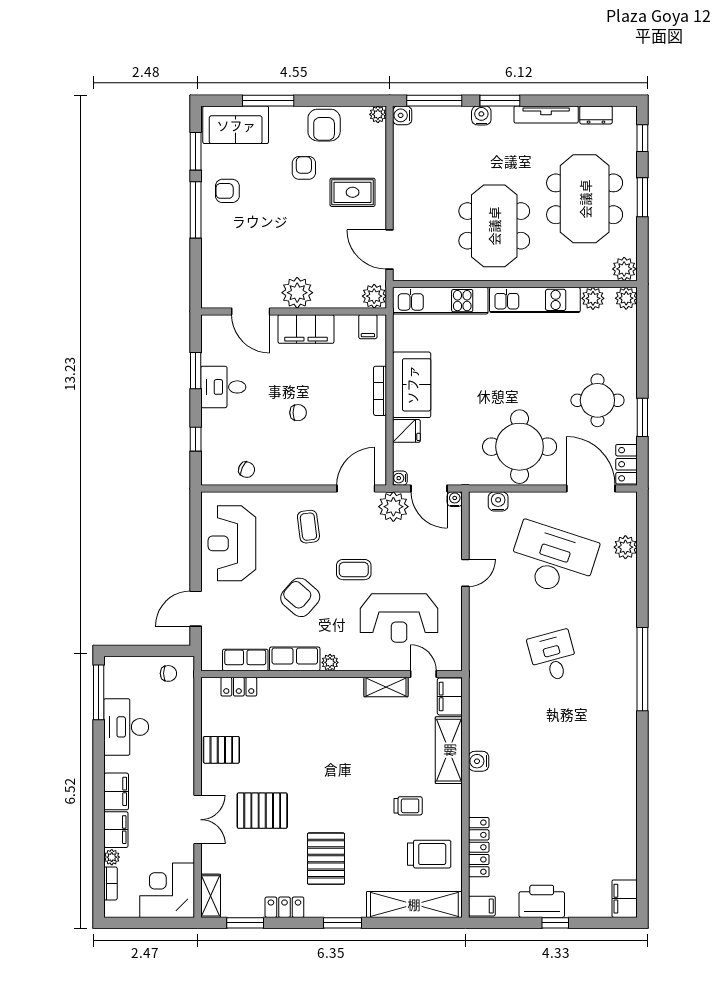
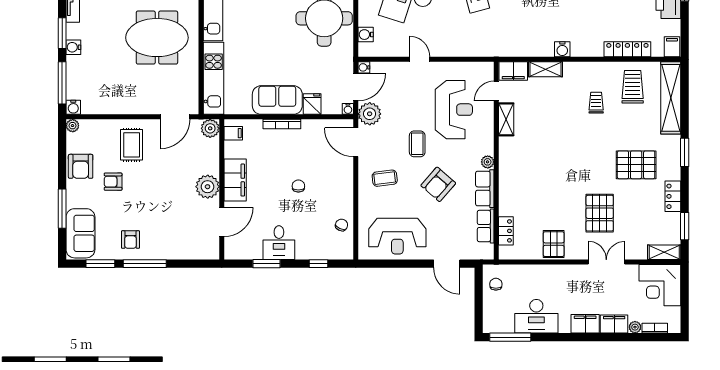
armchair: (324, 125) -> (81, 166), turned 90
shelving: (449, 750) -> (546, 69), width x0.67, depth x0.75

